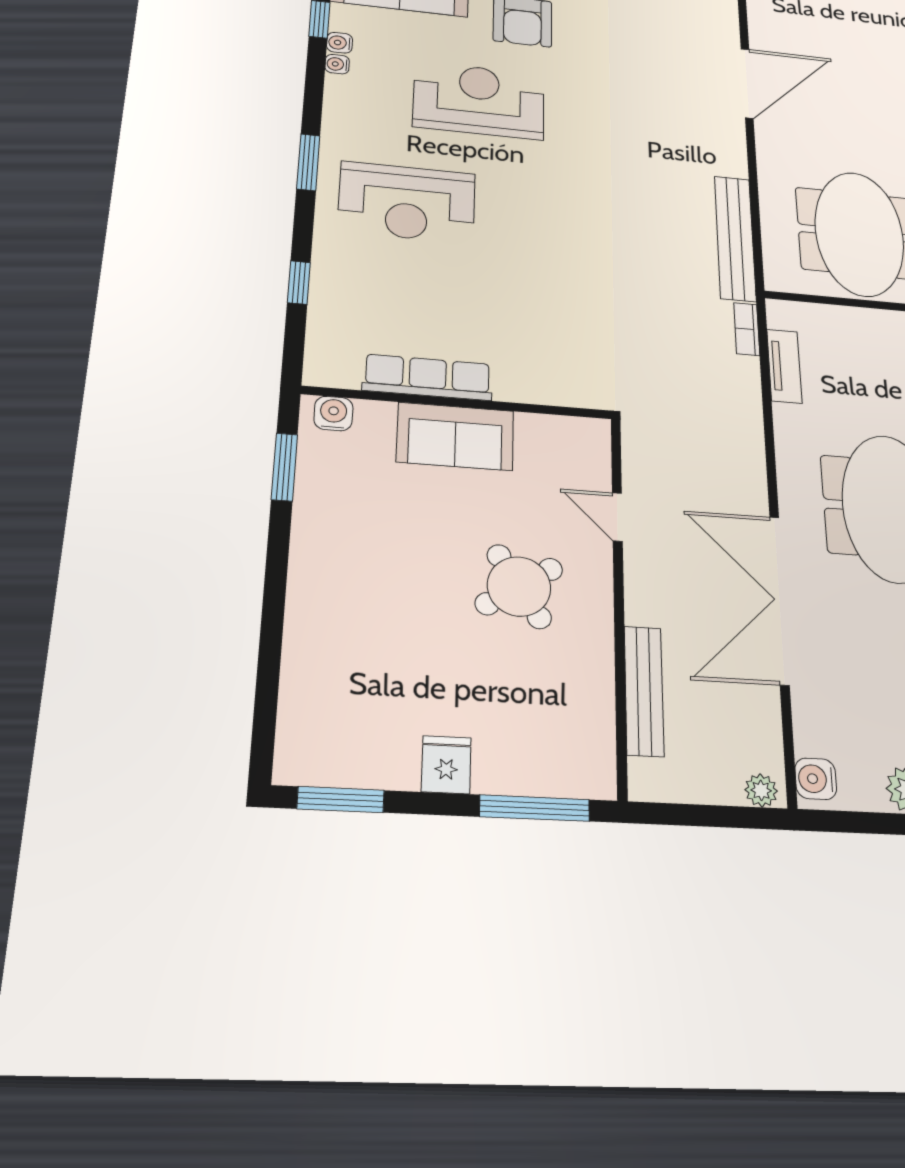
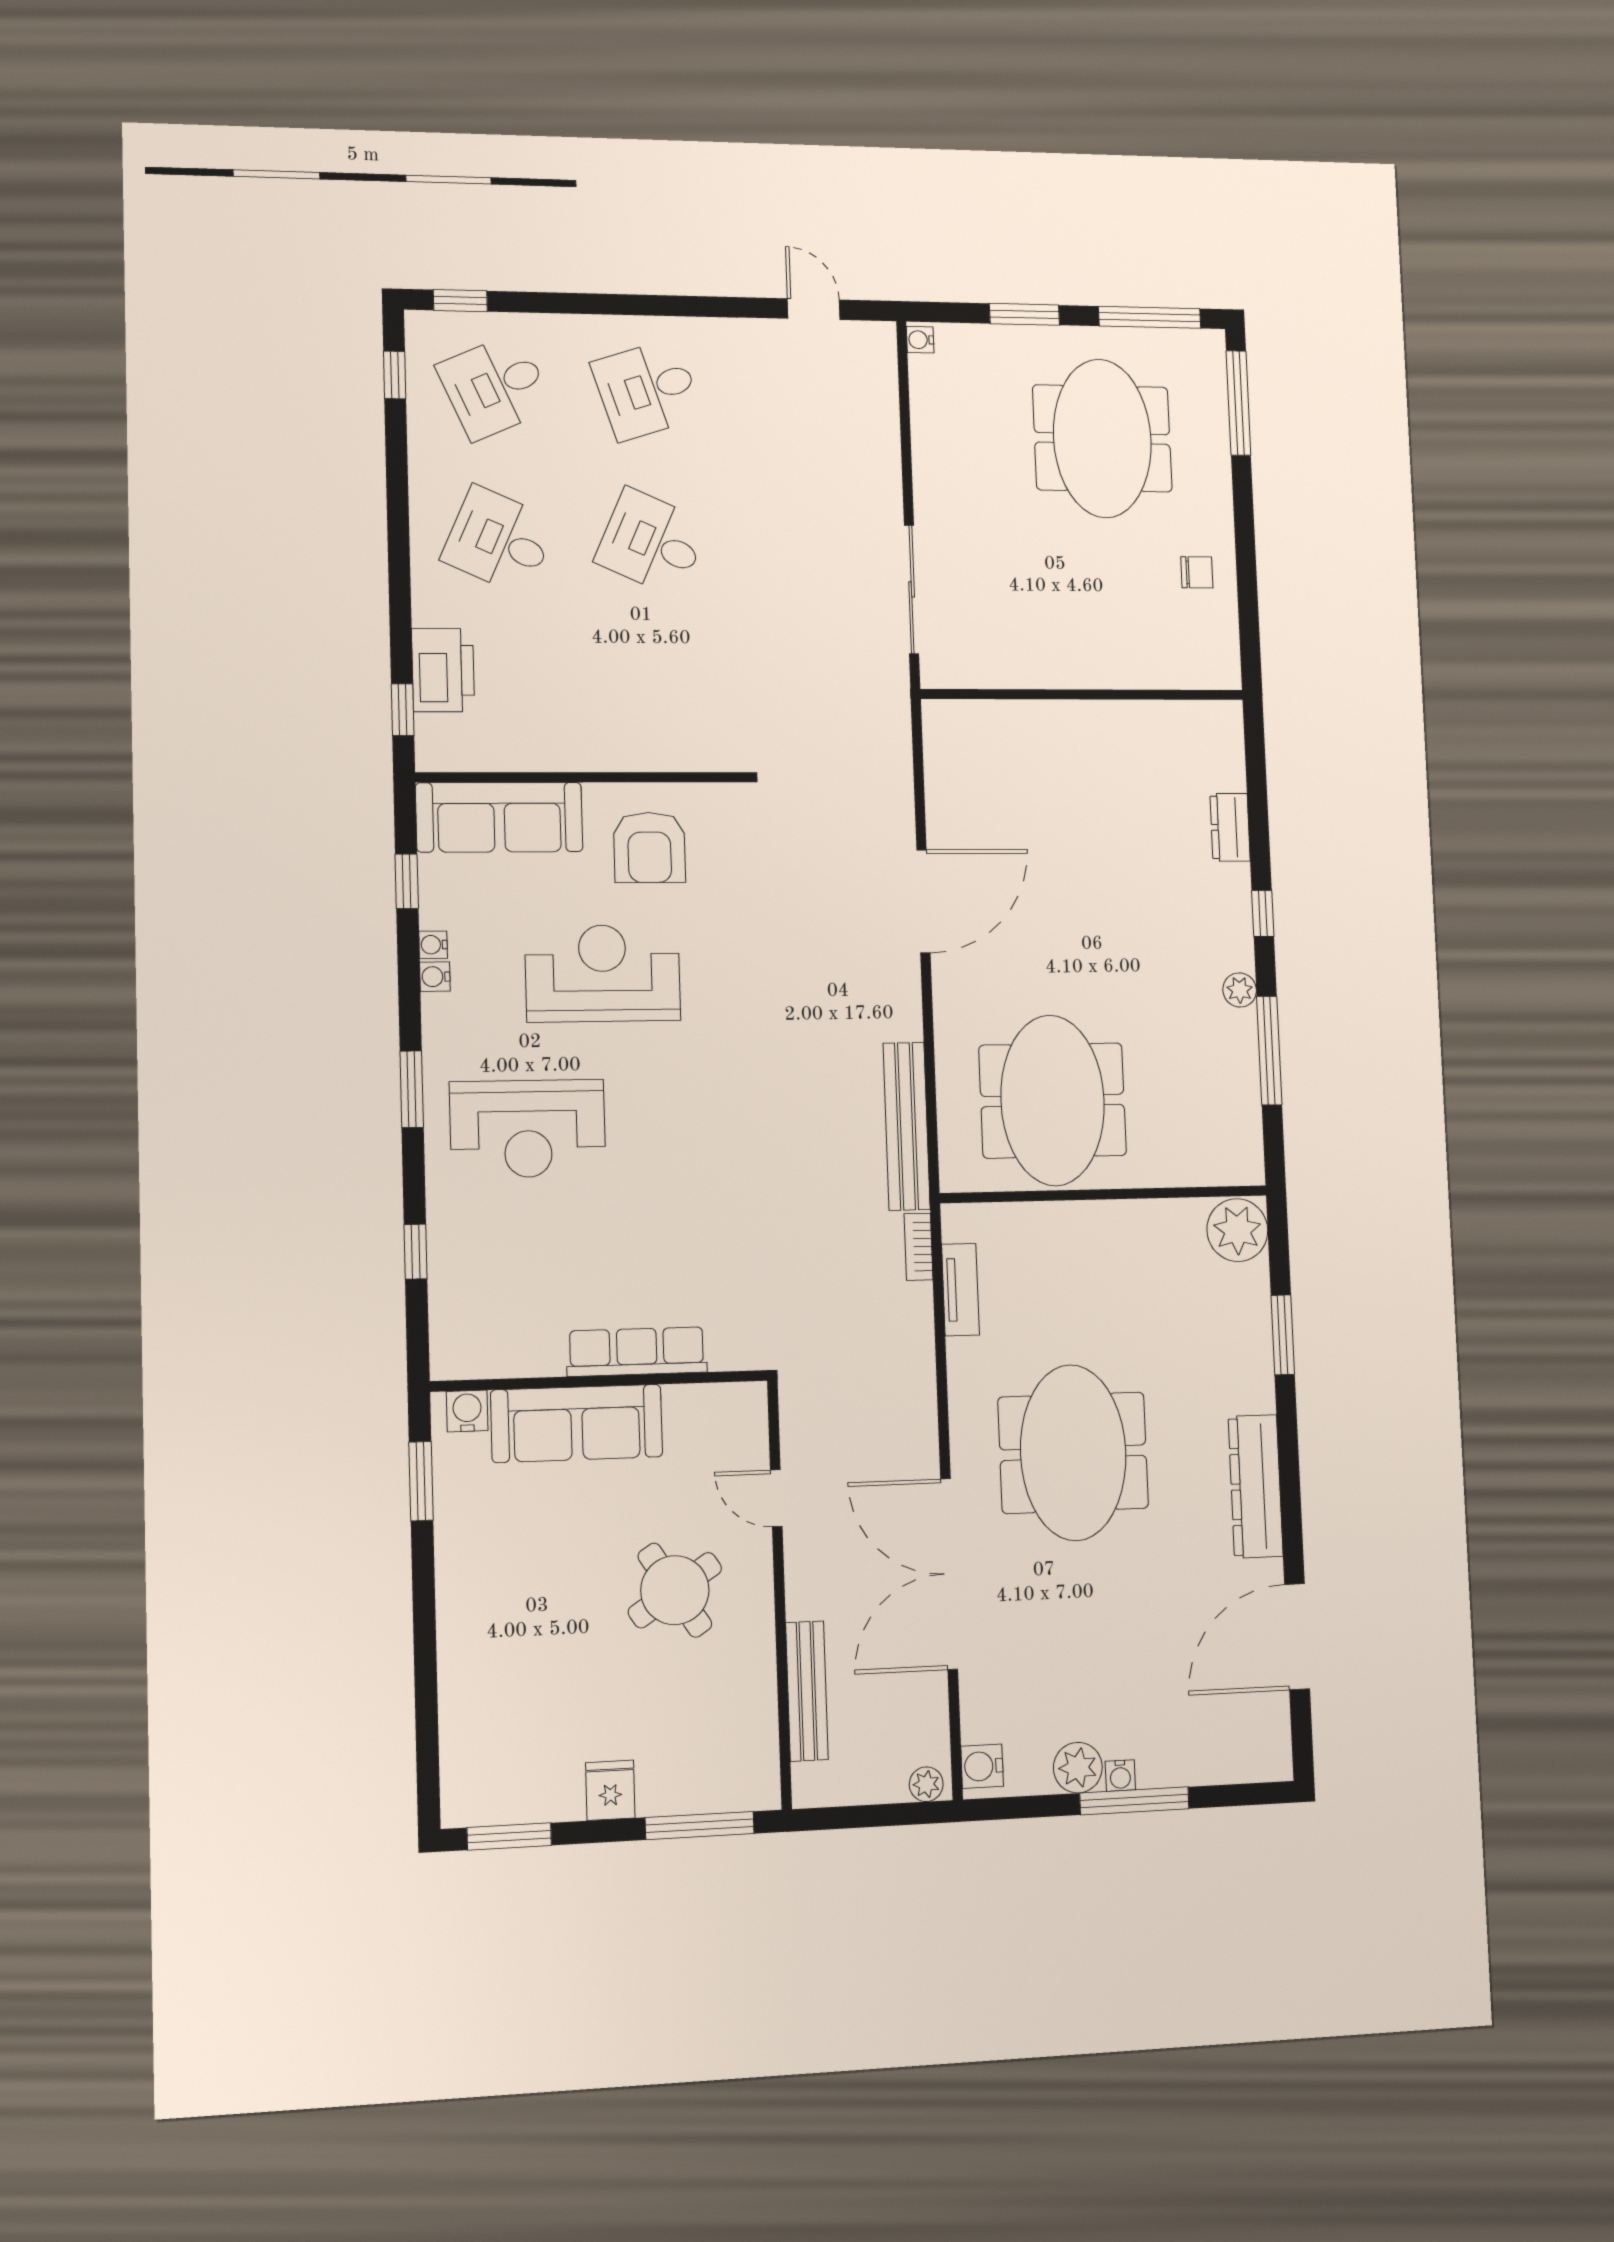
water cooler: (340, 43) -> (435, 977), moved
row of seats: (428, 377) -> (637, 1352), moved
sofa: (455, 436) -> (577, 1423), width x1.36

